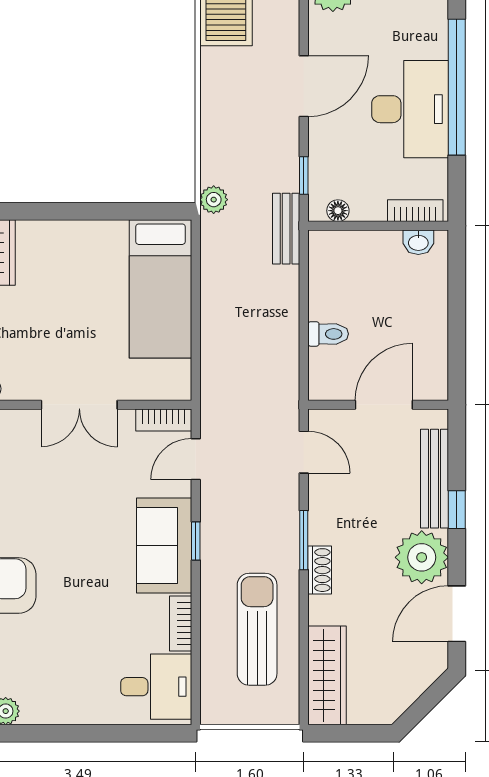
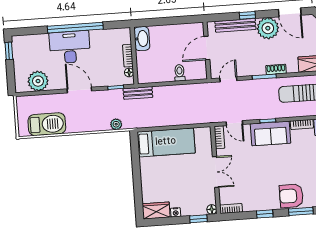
desk: (410, 109) -> (70, 47), moved
plant: (214, 200) -> (116, 124), moved
bookcase: (415, 211) -> (128, 56), moved
washbasin: (418, 242) -> (142, 39), width x1.91, depth x1.45
door: (384, 405) -> (207, 48), hinge flipped

